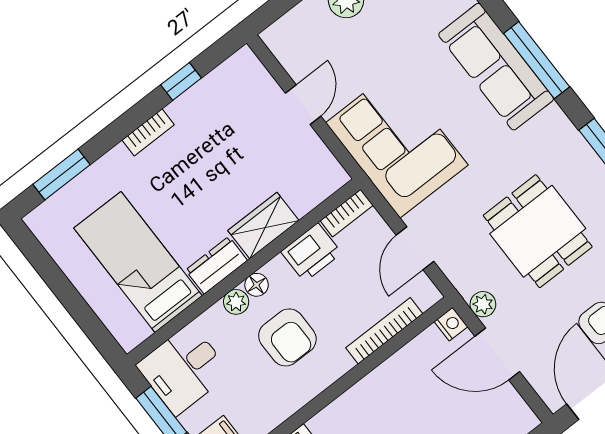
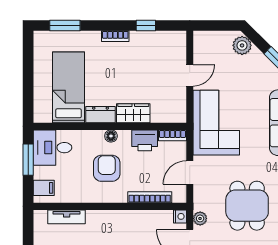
plant: (236, 302) -> (97, 136), removed
armchair: (287, 337) -> (107, 168), turned 180

